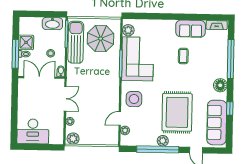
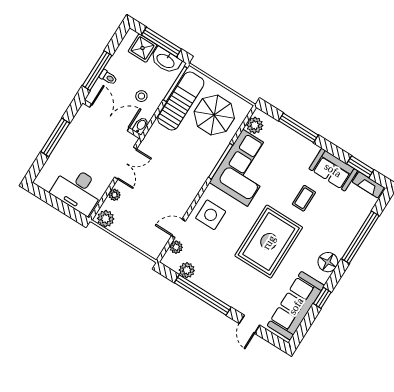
window: (43, 14) -> (162, 42), added
window: (155, 16) -> (298, 128), added
window: (205, 17) -> (360, 167), added
shower: (26, 42) -> (143, 48), moved
window: (14, 108) -> (55, 137), added
rug: (177, 112) -> (269, 242), moved
desk: (33, 131) -> (78, 190), moved
plant: (163, 141) -> (187, 270), moved

